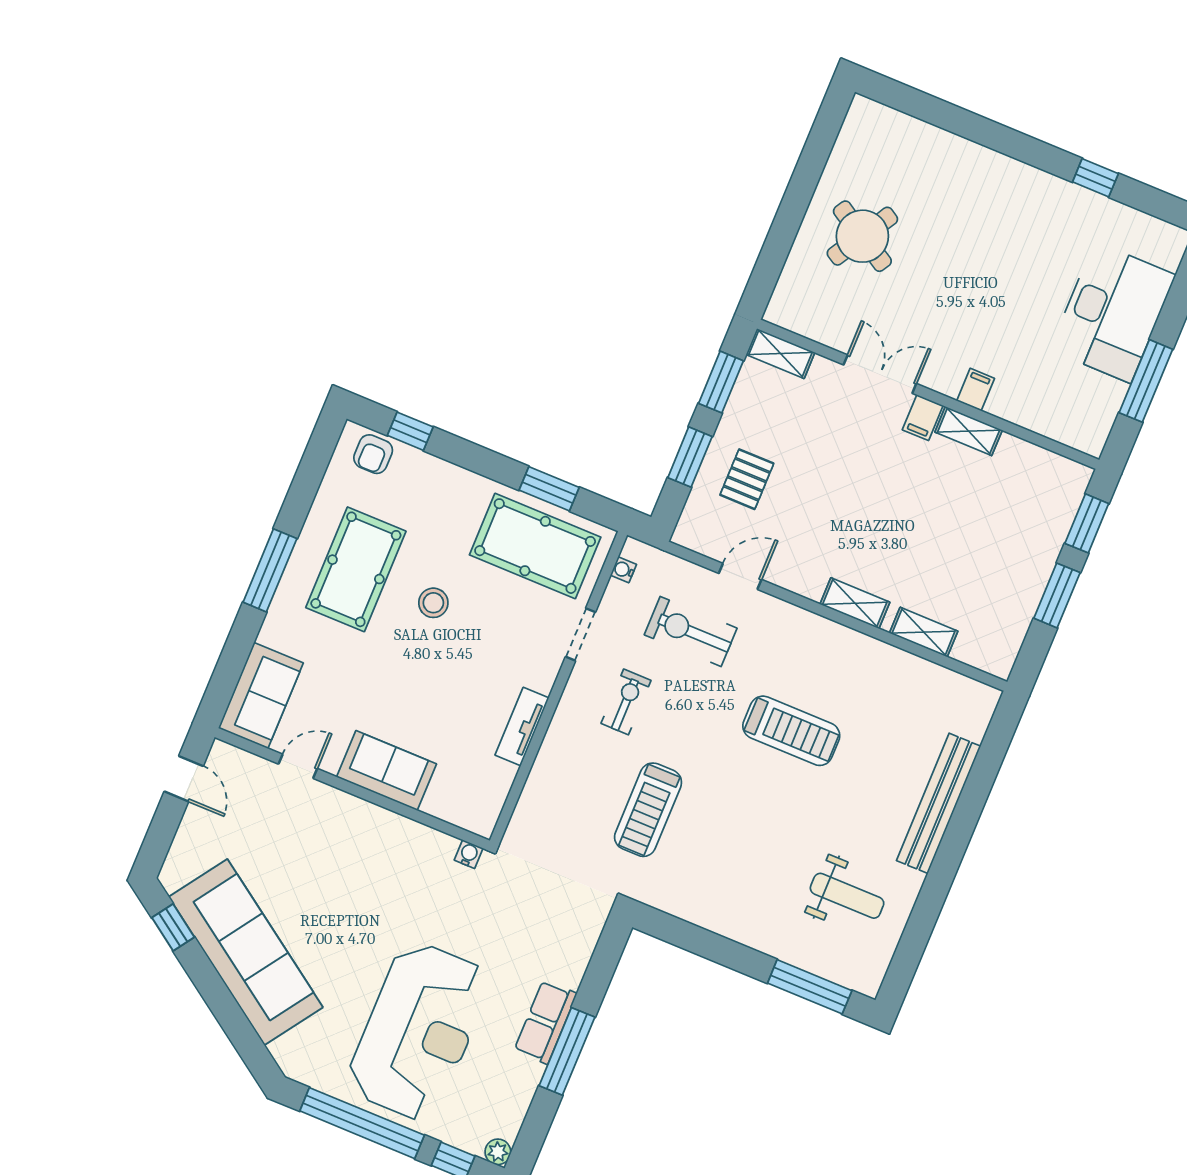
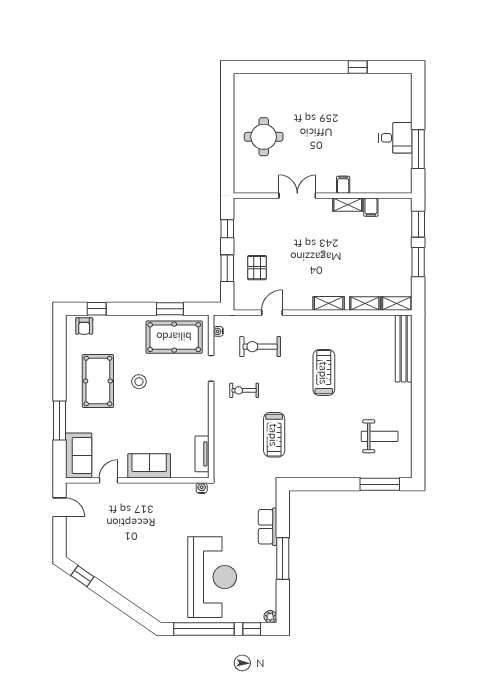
round table: (862, 236) -> (264, 137), turned -31
desk: (1113, 312) -> (395, 138), width x0.53, depth x0.77
shelving: (781, 353) -> (397, 303), moved
window: (721, 382) -> (227, 229), width x0.67
filing cabinet: (923, 418) -> (371, 207), moved
window: (270, 570) -> (59, 421), moved
exercise bike: (626, 702) -> (244, 390), turned -90
tv unit: (522, 727) -> (202, 454), moved
treadmill: (791, 731) -> (324, 373), turned -90
bench: (939, 803) -> (404, 348), moved
sofa: (246, 952) -> (120, 574), removed
row of seats: (545, 1022) -> (267, 527), moved

